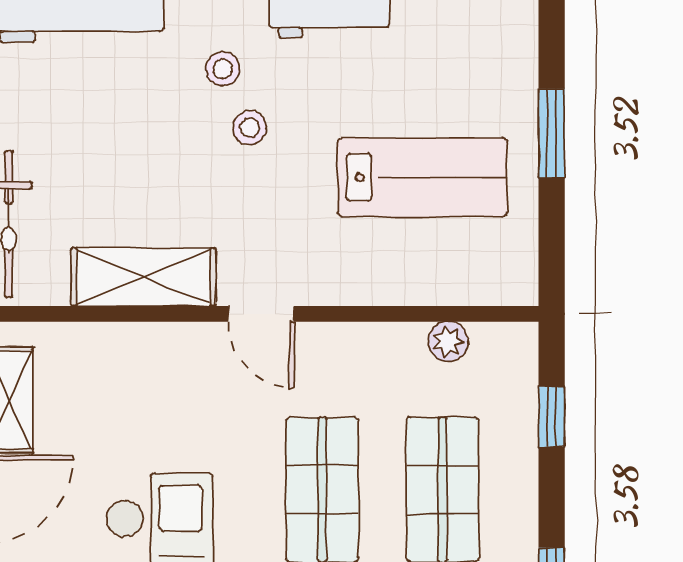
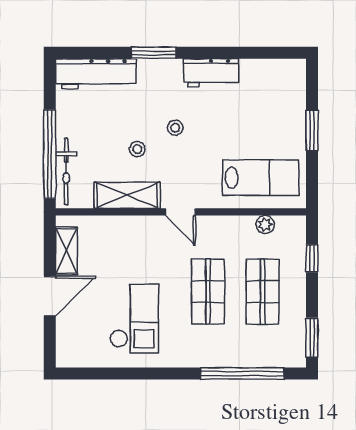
stool: (223, 69) -> (137, 149), moved
lab bench: (422, 177) -> (261, 178), moved

